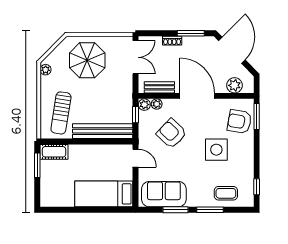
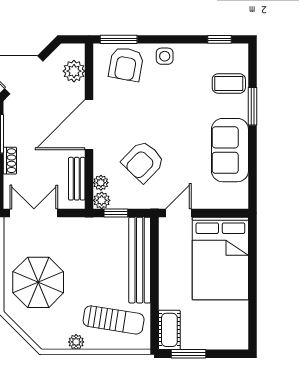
plant: (46, 70) -> (76, 342), moved
side table: (216, 150) -> (165, 56), moved, width x0.54, depth x0.54
coffee table: (226, 193) -> (229, 83), turned 90
bed: (104, 194) -> (220, 258), width x1.50
sofa: (164, 194) -> (230, 150), moved
window: (175, 210) -> (252, 156), removed

